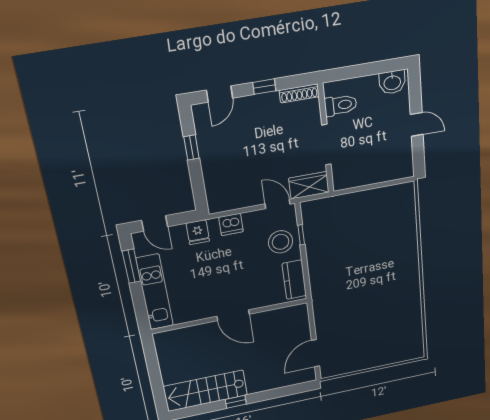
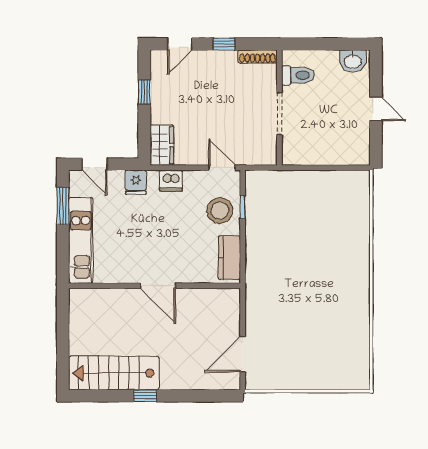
wardrobe: (309, 185) -> (162, 145), moved, turned 90

